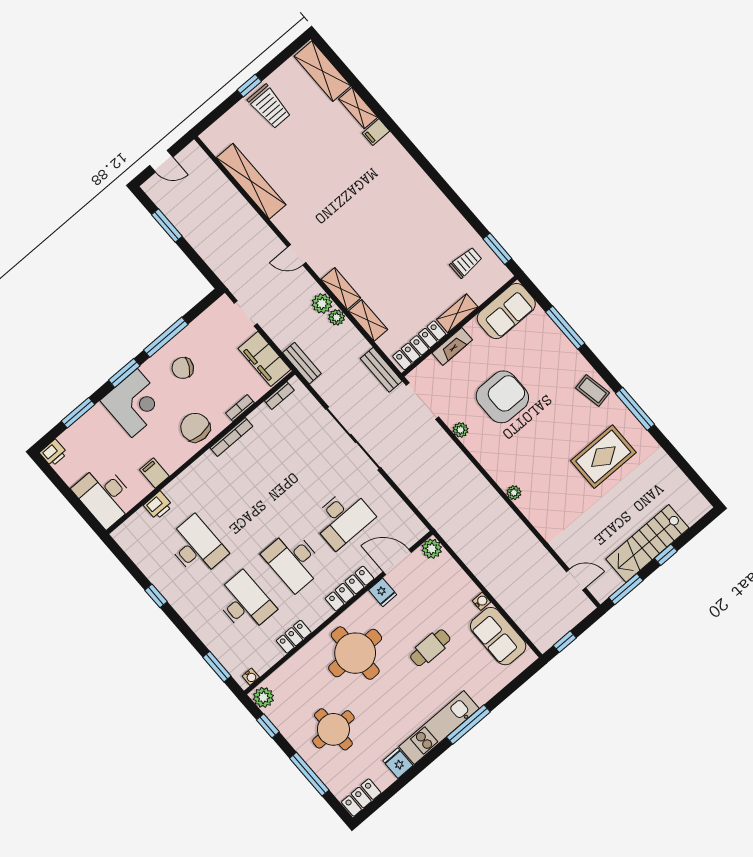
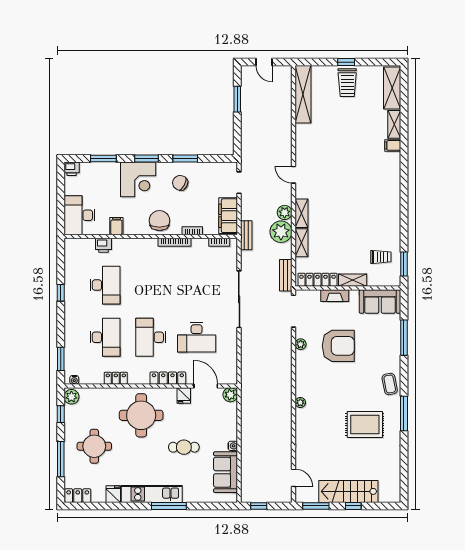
shelving: (251, 181) -> (303, 94), moved
plant: (337, 317) -> (281, 232), width x1.87, depth x1.87
window: (166, 337) -> (185, 159), width x0.69

